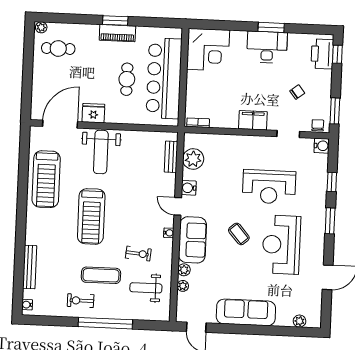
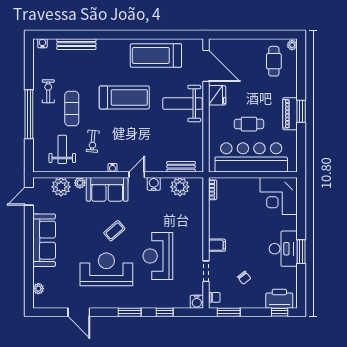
filing cabinet: (253, 120) -> (217, 245), width x0.50
treadmill: (91, 216) -> (124, 97), turned 180
plant: (183, 286) -> (61, 187), width x1.88, depth x1.88

